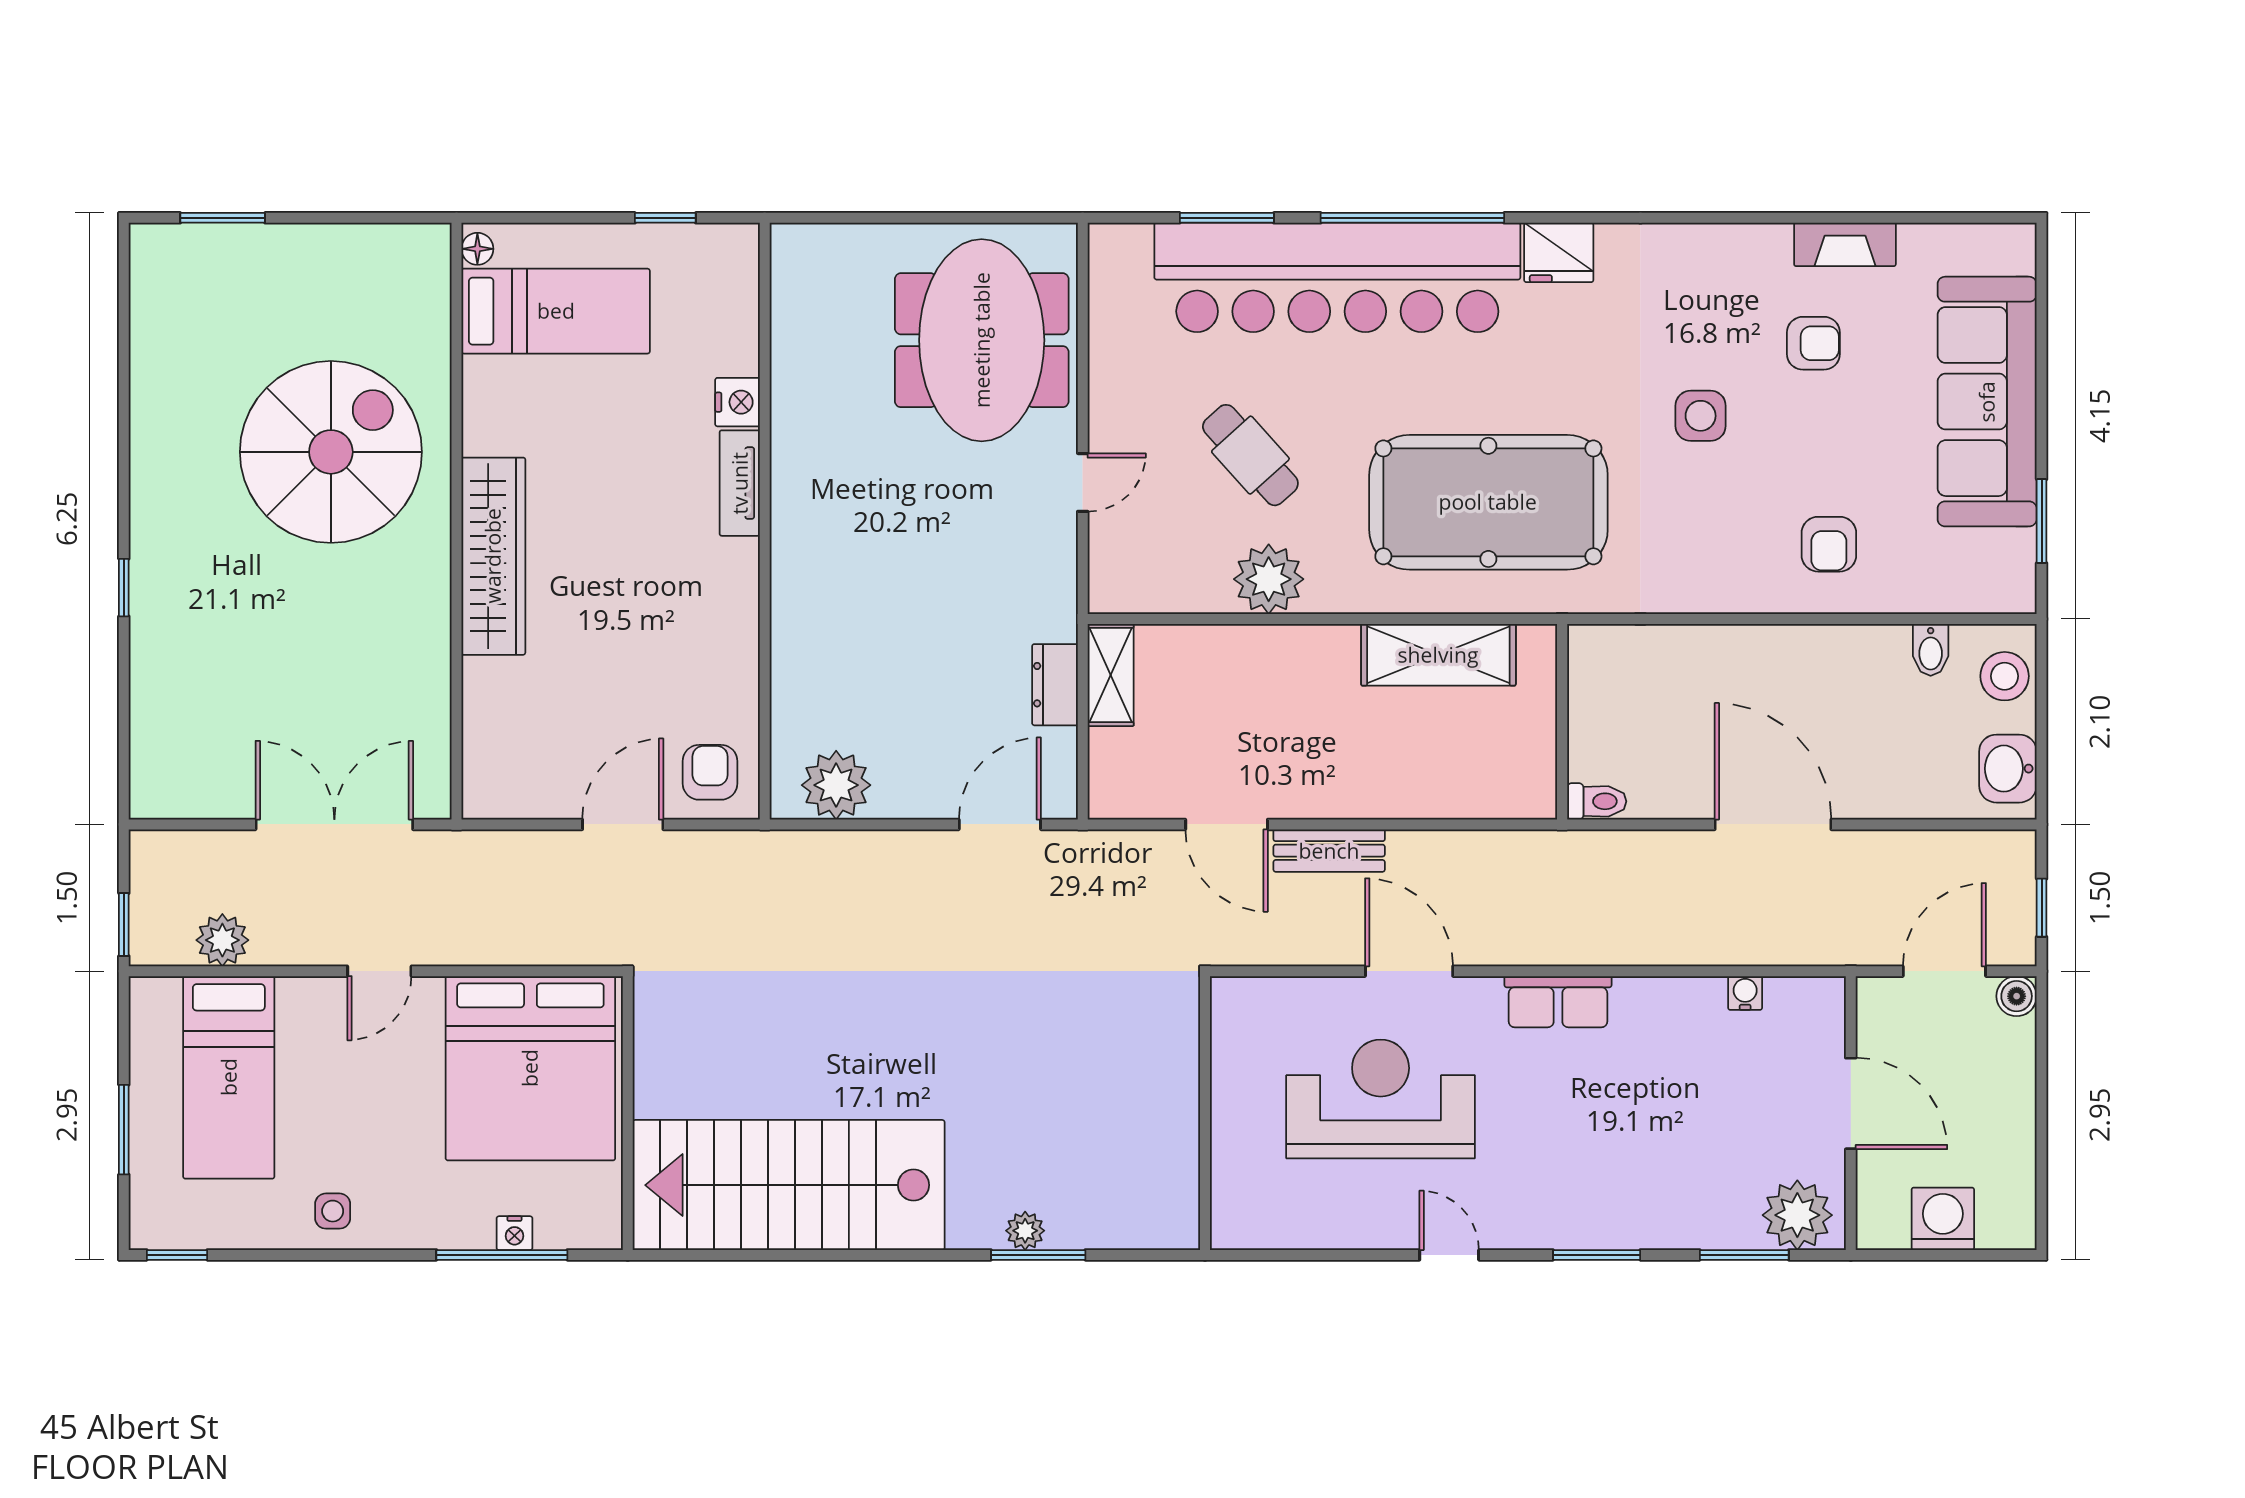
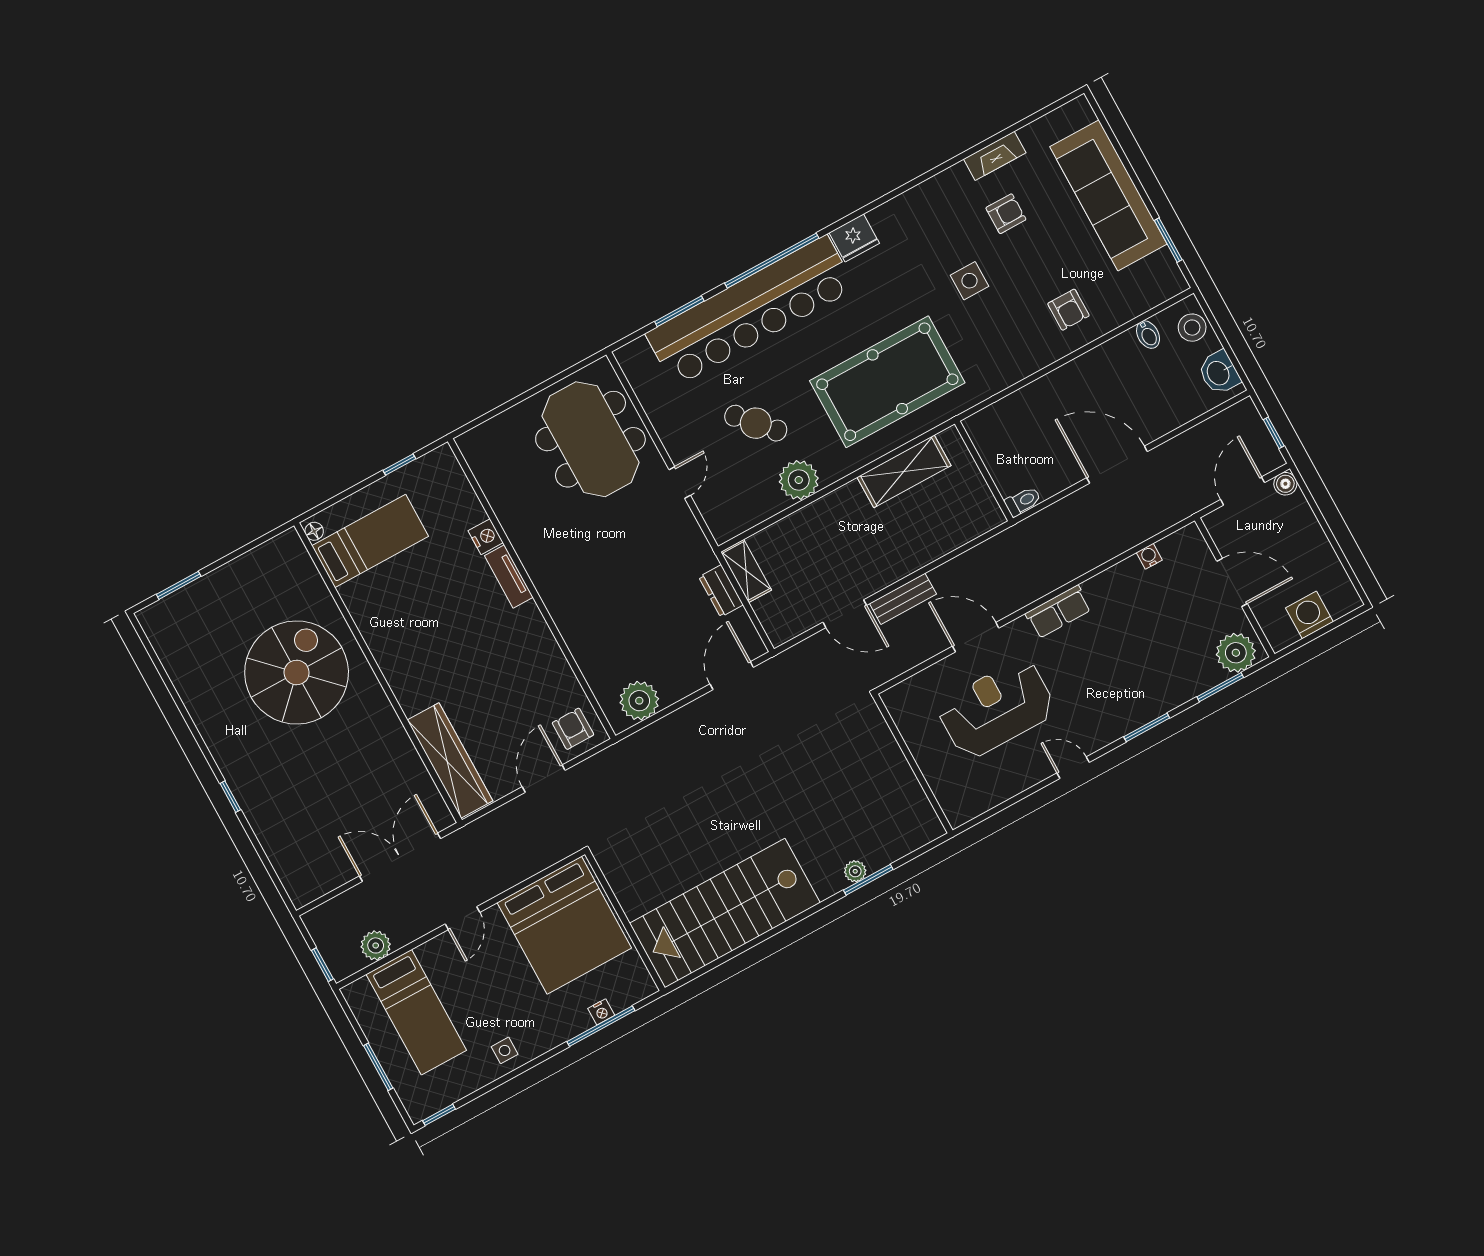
wardrobe: (493, 556) -> (450, 760), moved

